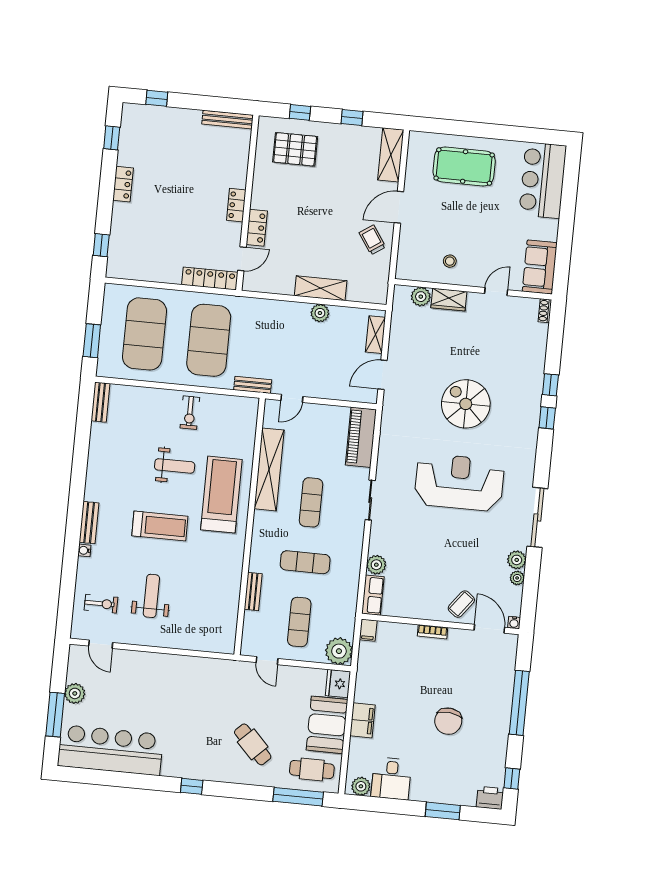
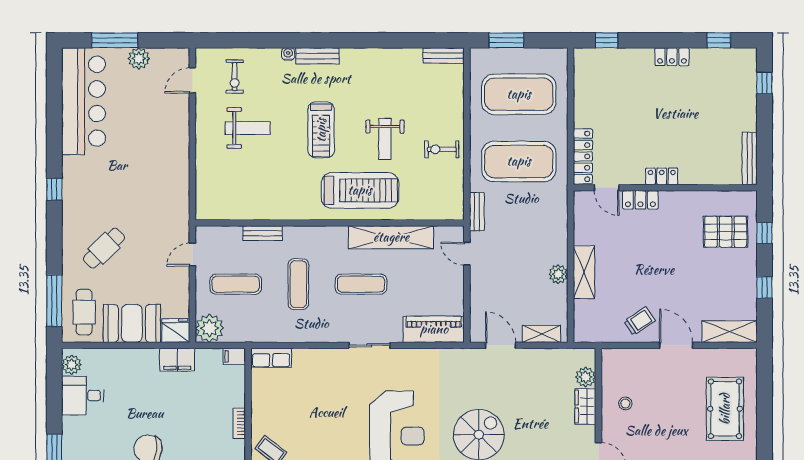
pallet: (295, 149) -> (726, 232), turned 90
plant: (376, 565) -> (303, 358), removed
filing cabinet: (362, 720) -> (177, 360), moved

